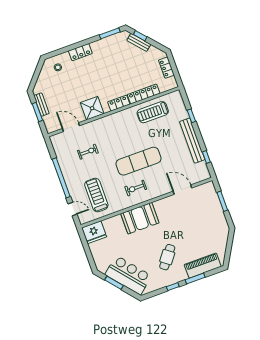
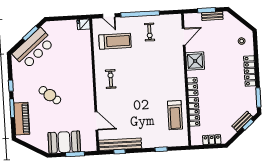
locker: (80, 52) -> (250, 71), width x1.53
treadmill: (153, 112) -> (175, 115), turned 180
bench: (192, 141) -> (120, 144), moved
exercise bike: (88, 152) -> (150, 32), moved
exercise mat: (138, 161) -> (134, 89), removed
door: (182, 190) -> (96, 121), hinge flipped
door: (72, 209) -> (109, 16), hinge flipped
booth: (140, 218) -> (64, 142), moved, turned 90
fridge: (94, 232) -> (84, 24), width x0.53, depth x0.75
cafe table: (167, 257) -> (50, 95), moved

